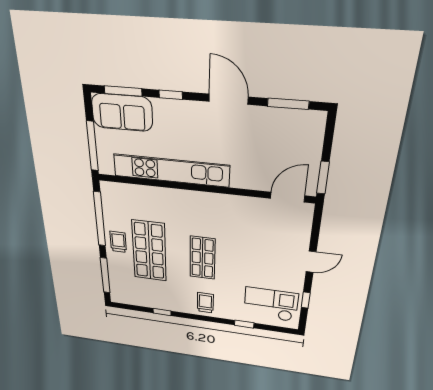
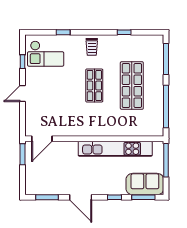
trolley: (118, 242) -> (154, 90), removed

